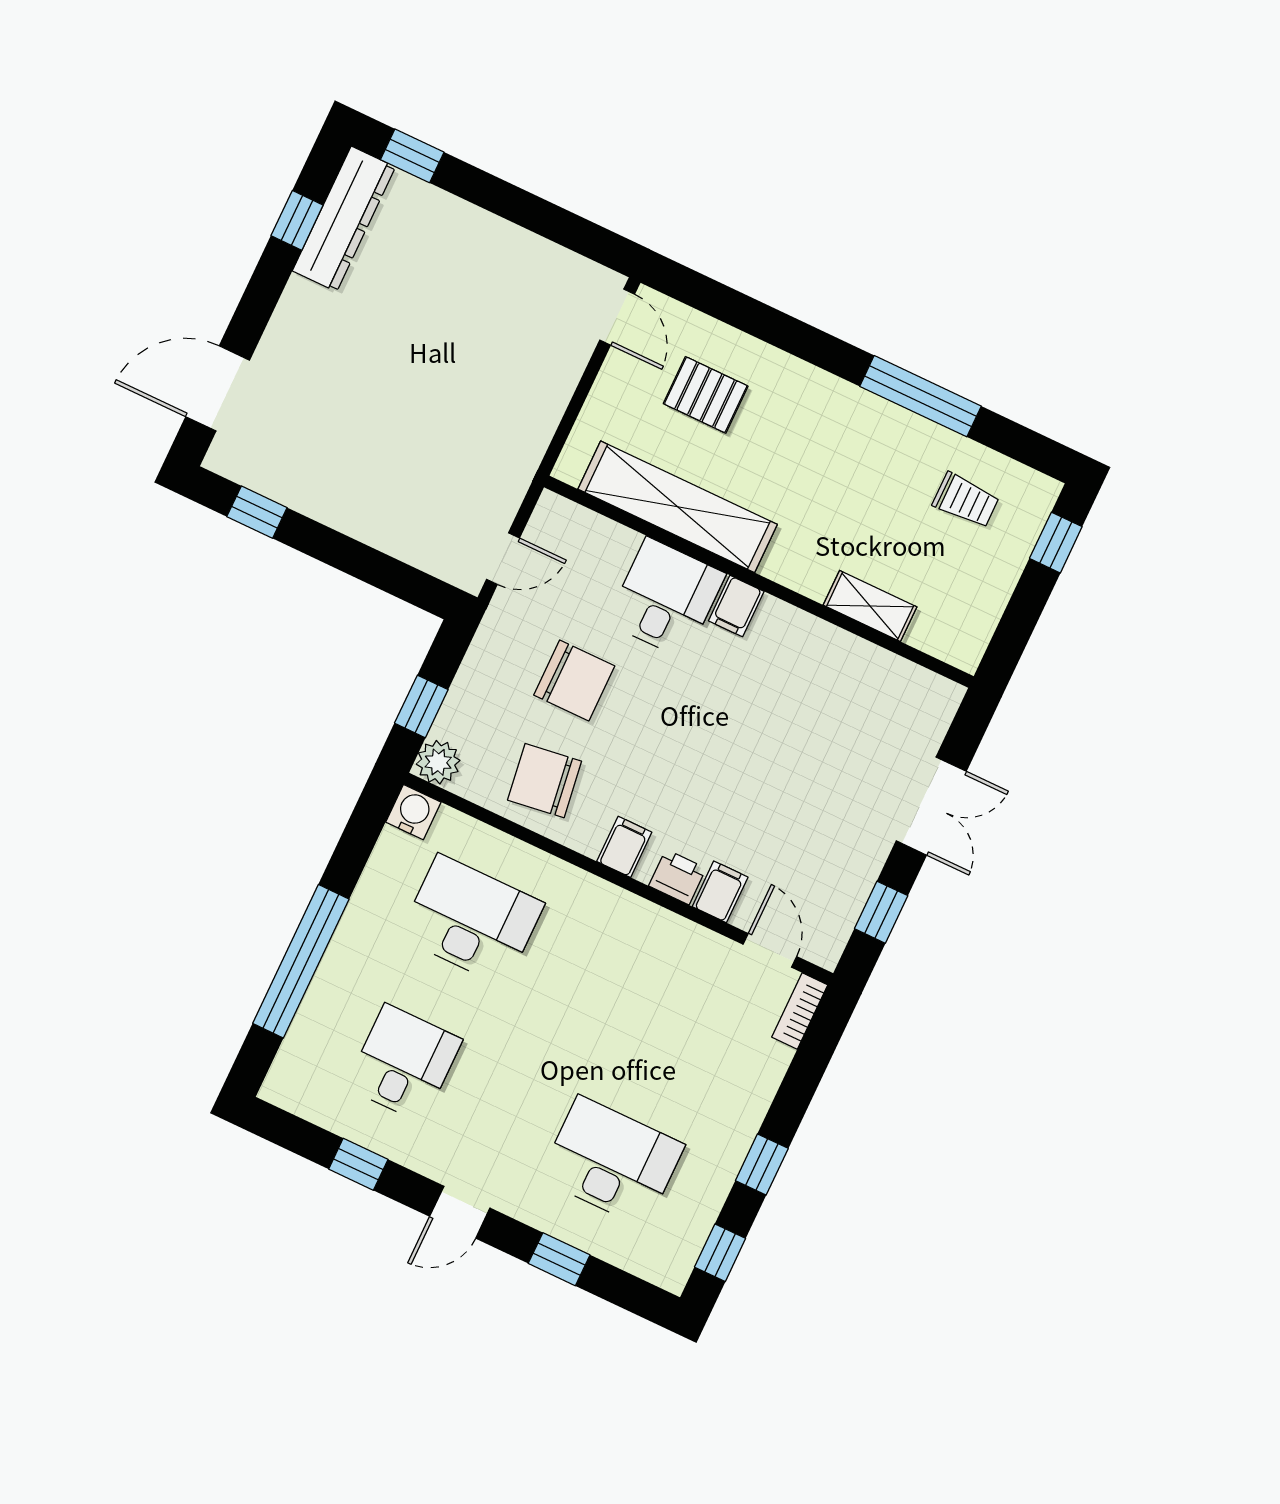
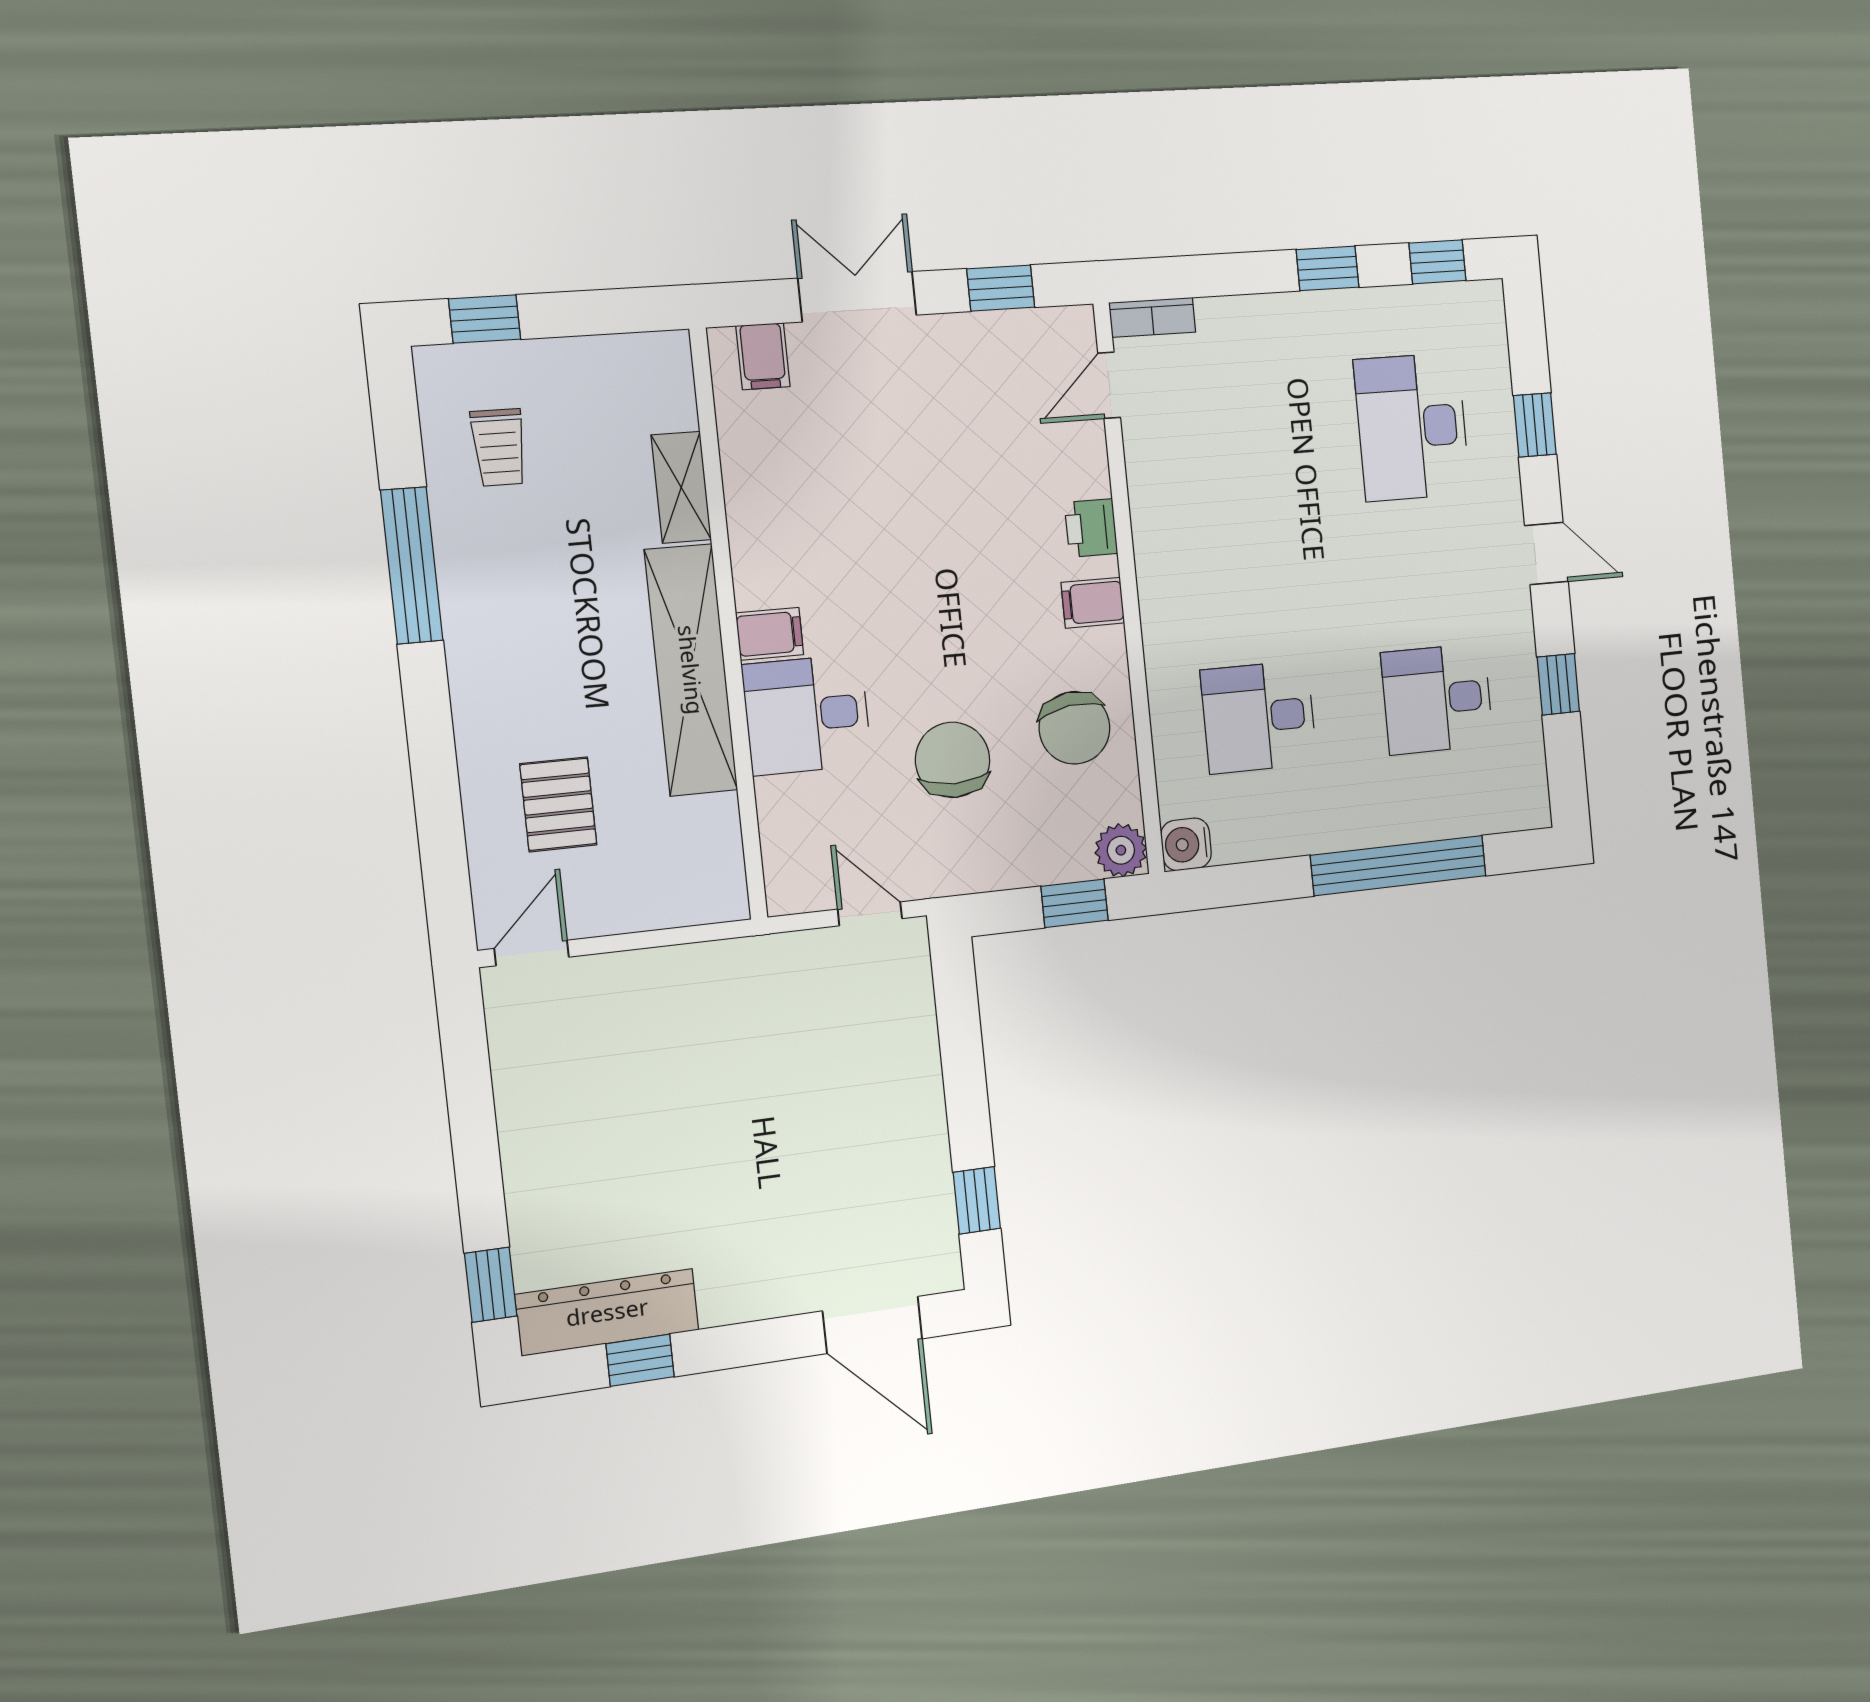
trolley: (966, 500) -> (499, 447), turned 180
shelving: (678, 507) -> (691, 670), moved
filing cabinet: (720, 892) -> (763, 356), moved, turned -90
desk: (472, 920) -> (1259, 717), width x0.73

